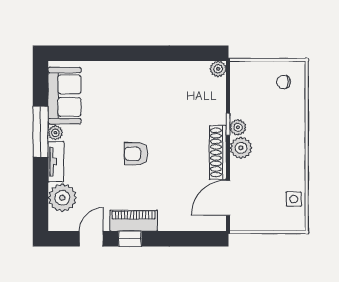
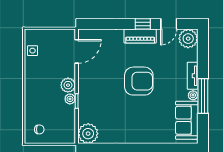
plant: (218, 69) -> (88, 134), width x1.88, depth x1.88
shoe rack: (218, 152) -> (84, 82), removed
armchair: (136, 154) -> (139, 81), width x1.88, depth x1.88
plant: (62, 198) -> (188, 39), moved

